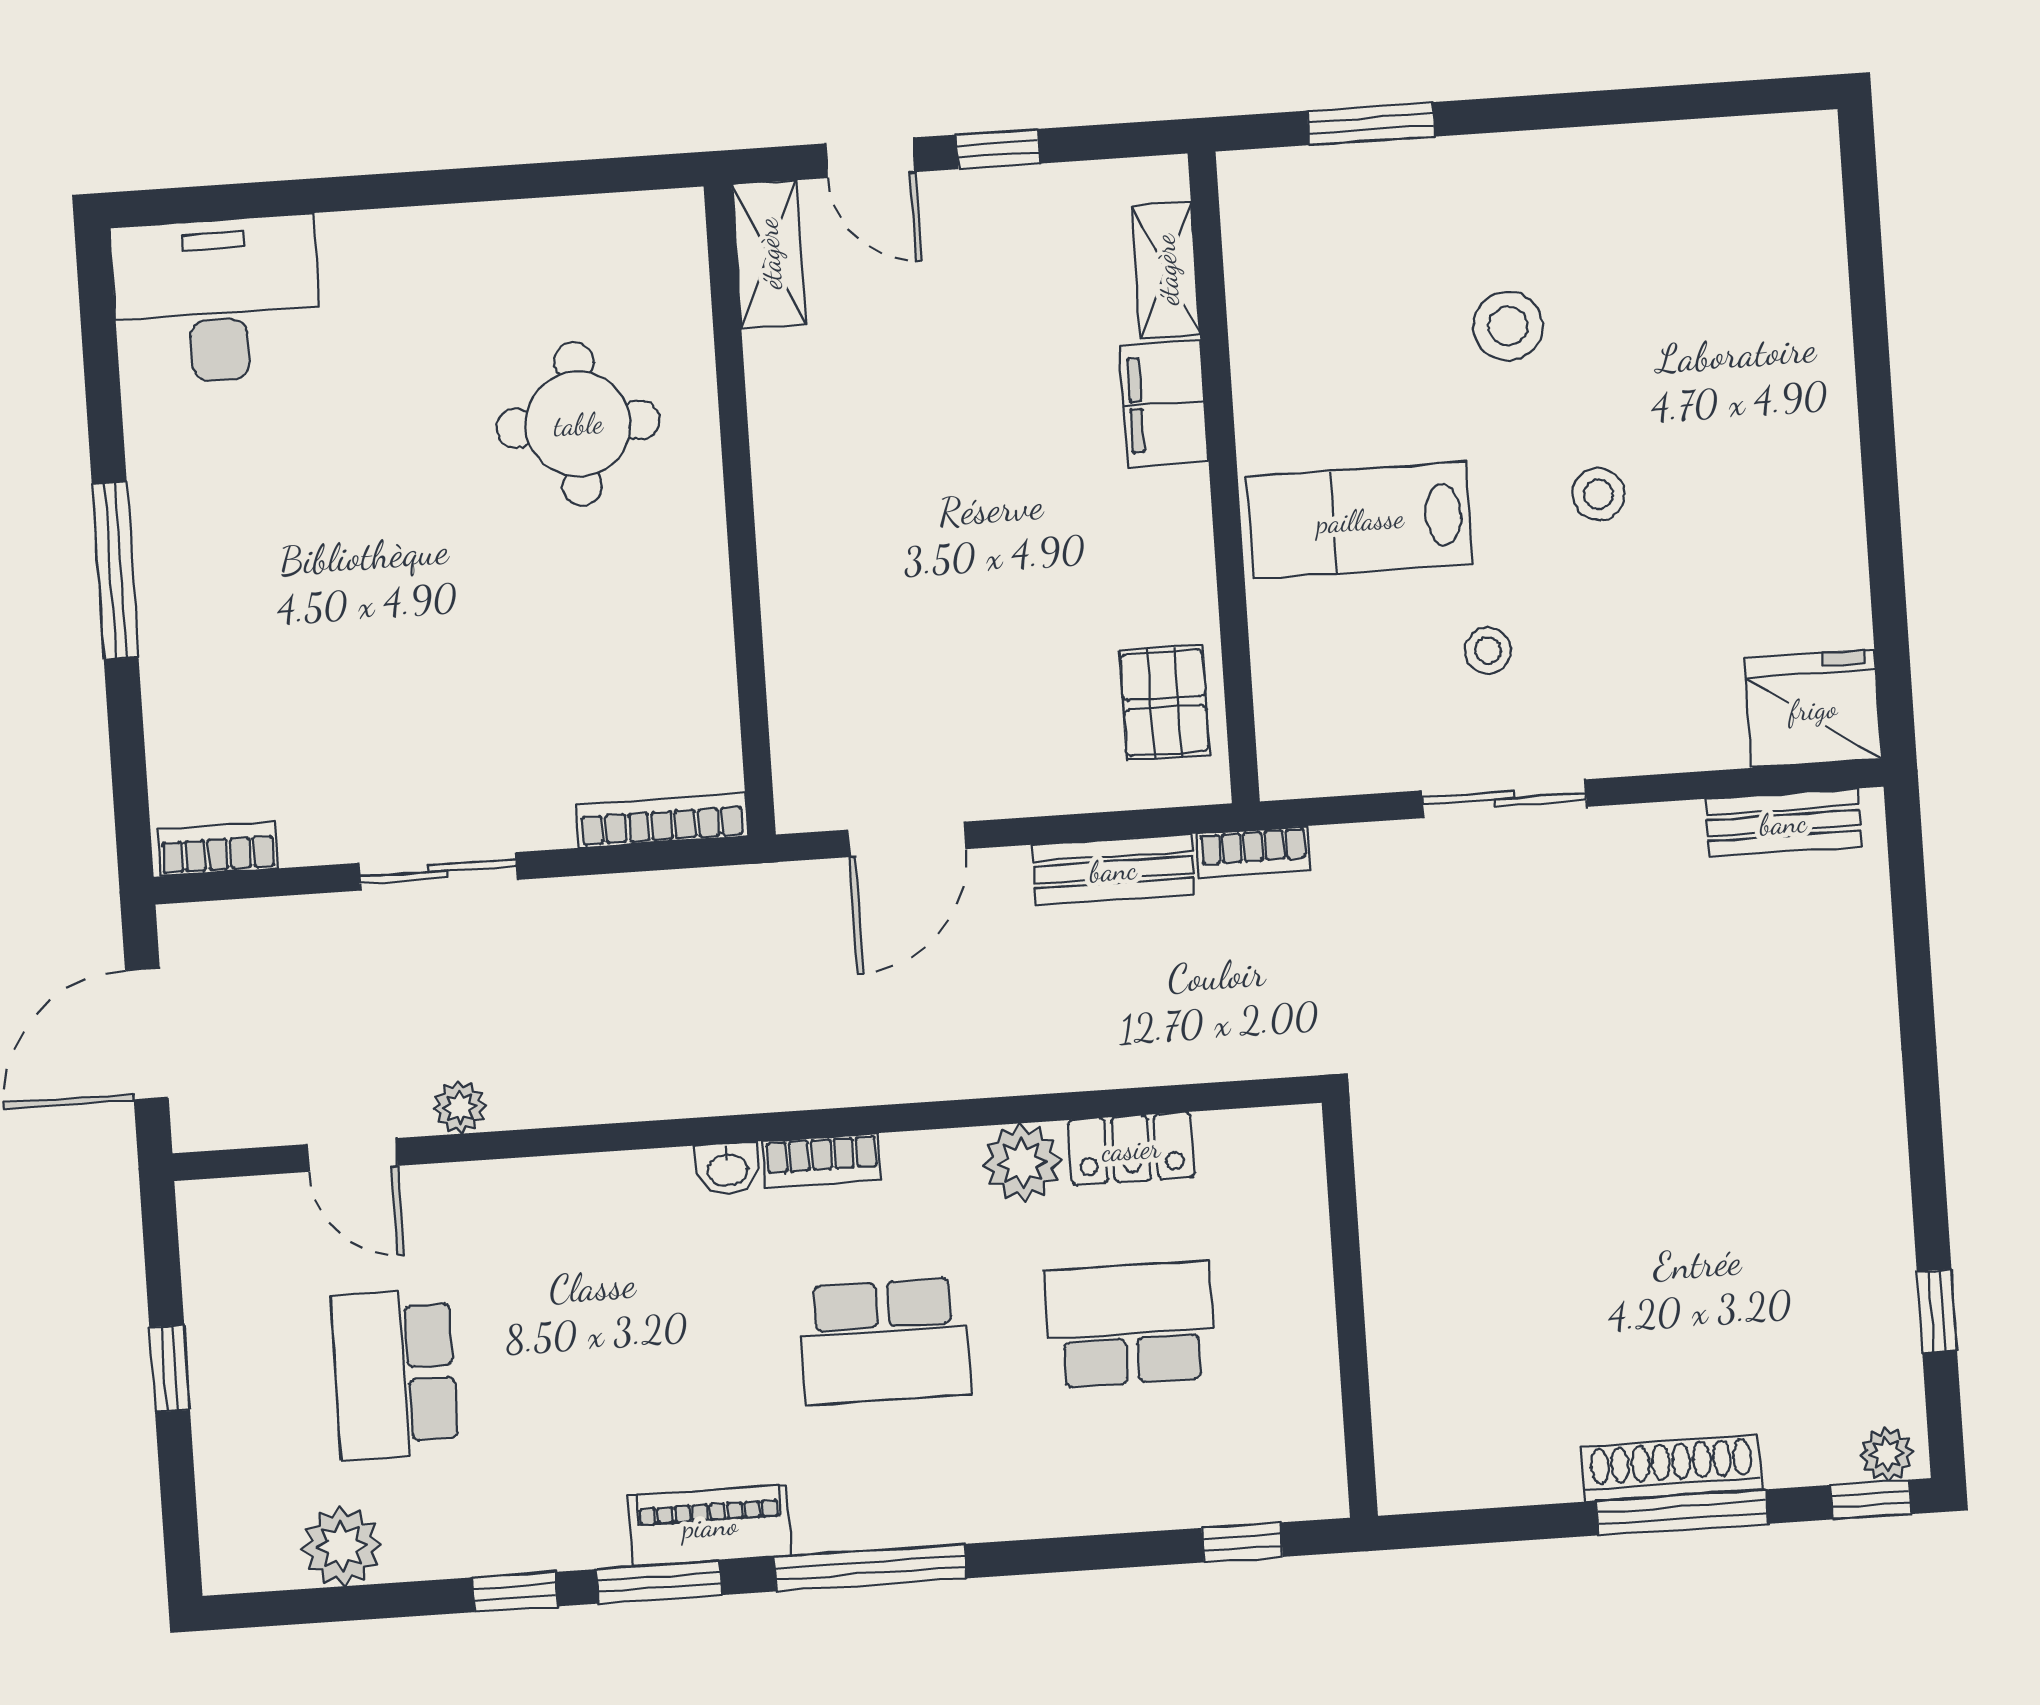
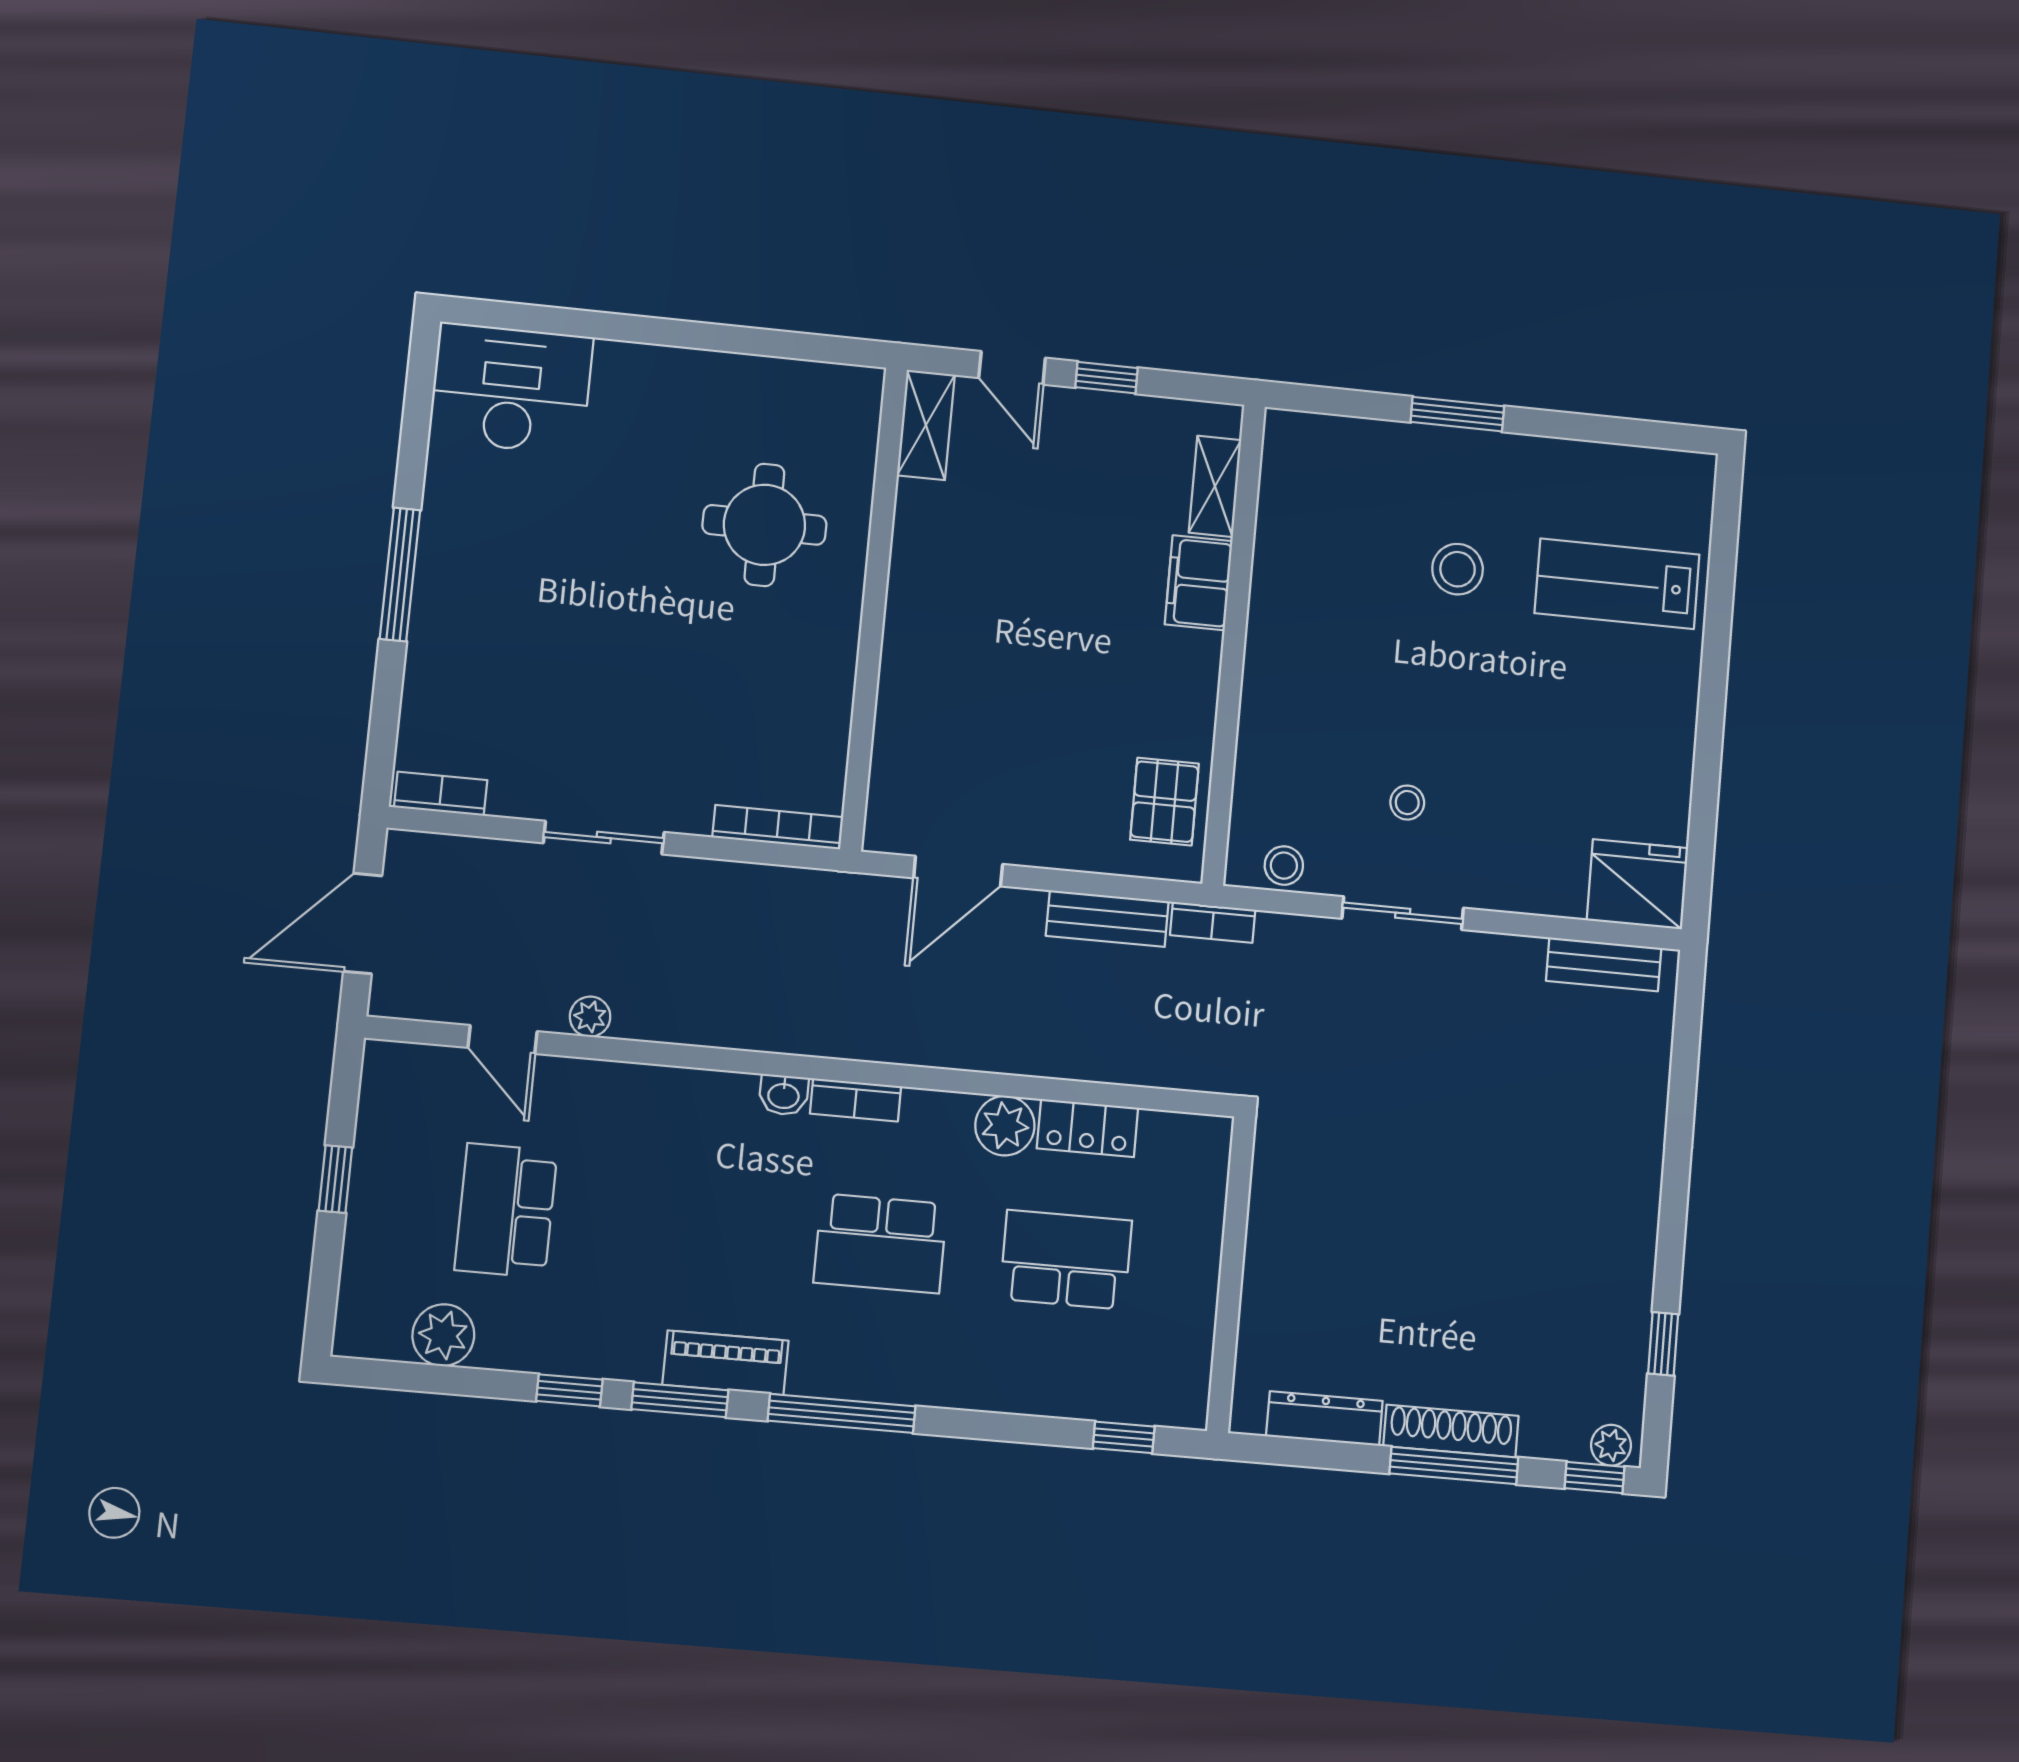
window: (1371, 124) -> (1457, 414), moved
stool: (1598, 494) -> (1284, 866), moved
lab bench: (1360, 520) -> (1617, 584), moved
dresser: (1502, 1478) -> (1324, 1419), added

